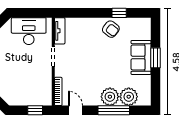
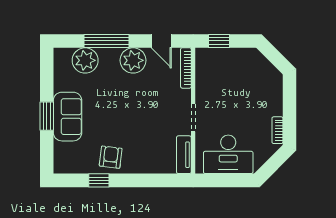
armchair: (111, 29) -> (111, 157), turned 59
plant: (110, 97) -> (133, 60), moved

